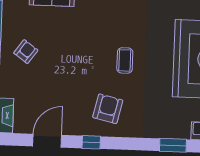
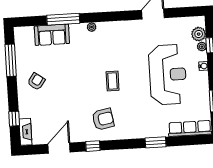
armchair: (108, 109) -> (103, 119), turned 67

